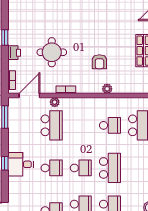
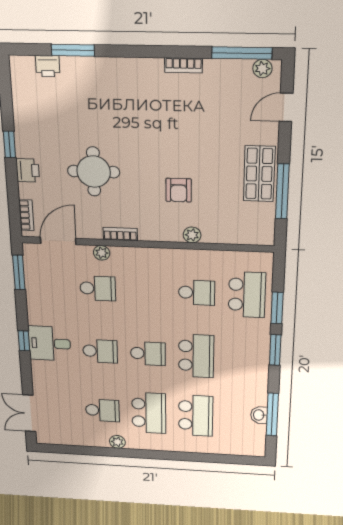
school desk: (52, 125) -> (98, 288), width x0.54

